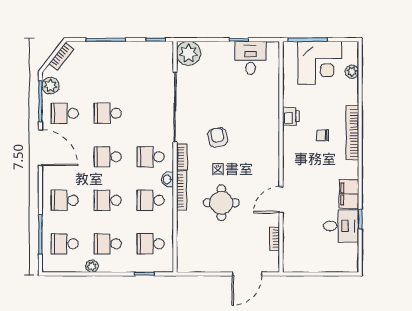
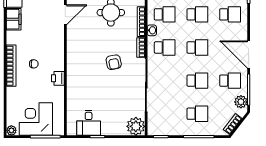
school desk: (108, 70) -> (197, 114), added
plant: (352, 72) -> (11, 130), moved

